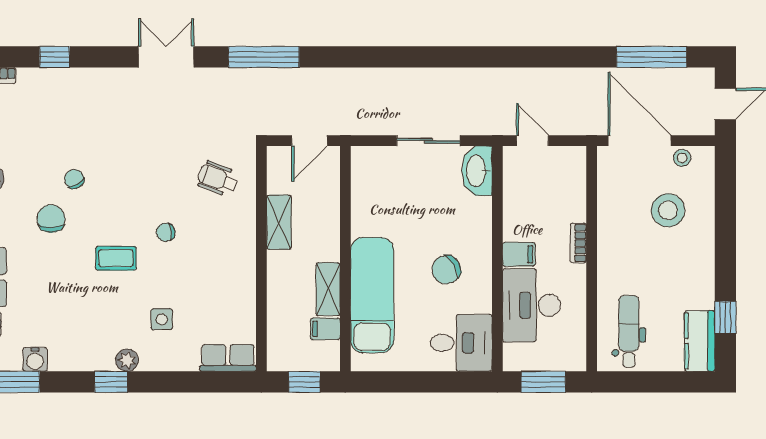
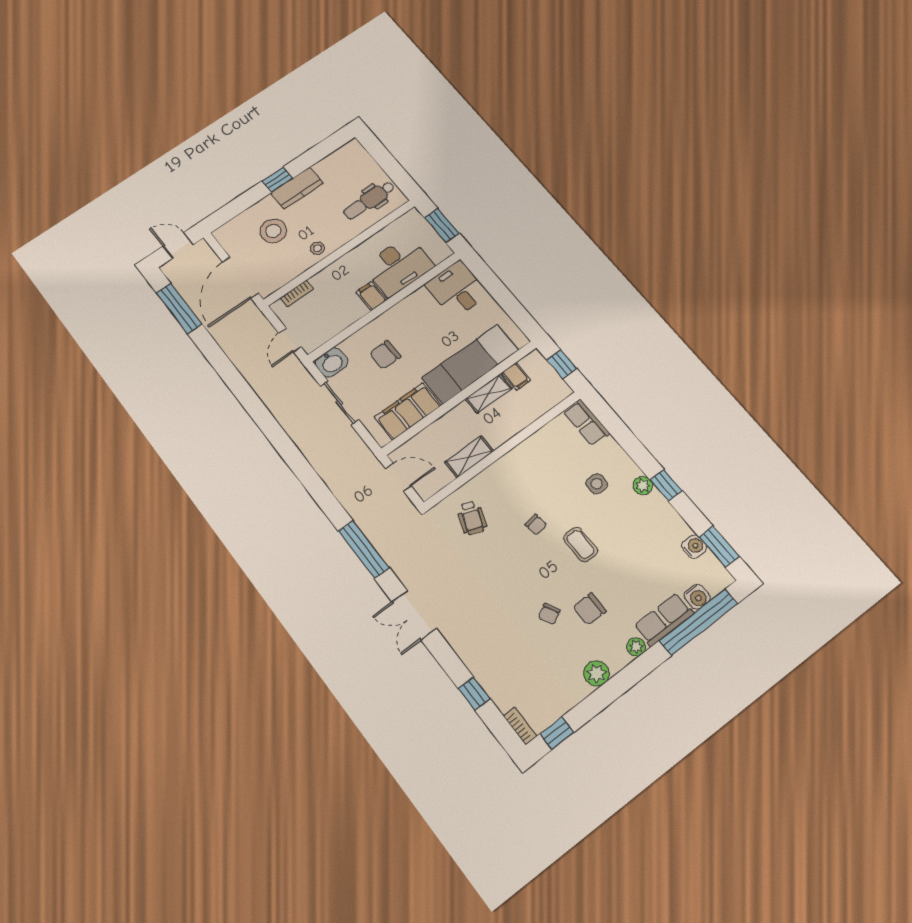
stool: (682, 158) -> (317, 248), moved
washbasin: (477, 171) -> (332, 362), width x0.72
filing cabinet: (369, 199) -> (408, 411), added
bookcase: (578, 243) -> (297, 294), moved
chair: (446, 270) -> (385, 355), moved, turned 121
window: (725, 318) -> (277, 180), moved
kitchen counter: (700, 341) -> (297, 188), moved

